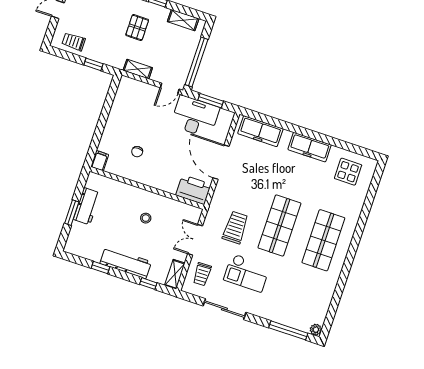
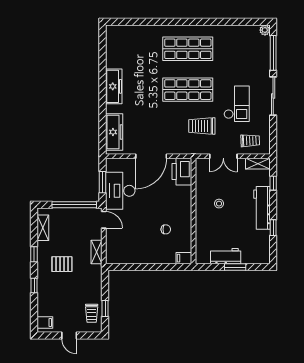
window: (93, 64) -> (105, 309), moved
display table: (348, 172) -> (124, 47), removed
sliding door: (224, 309) -> (273, 96), moved

